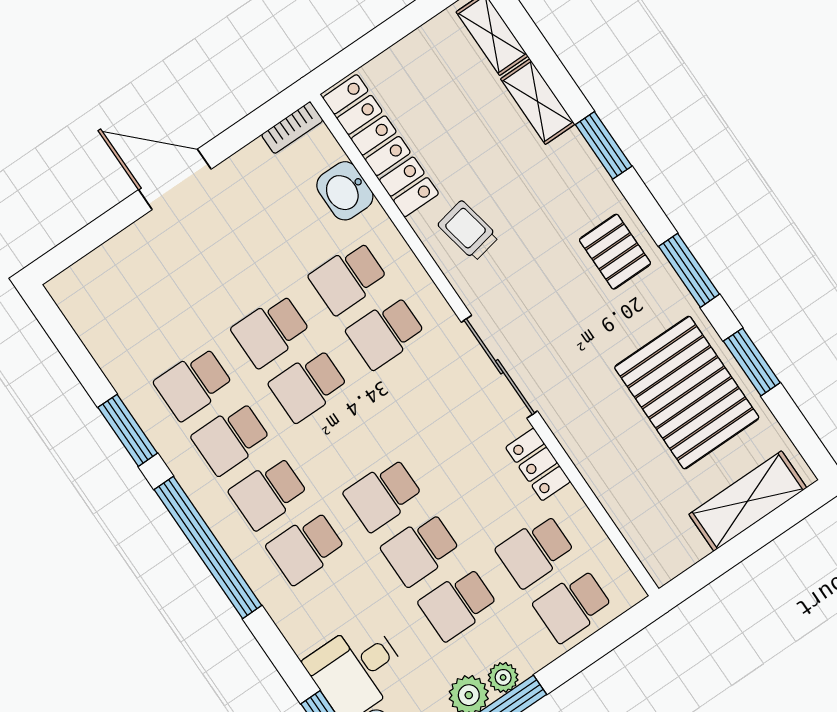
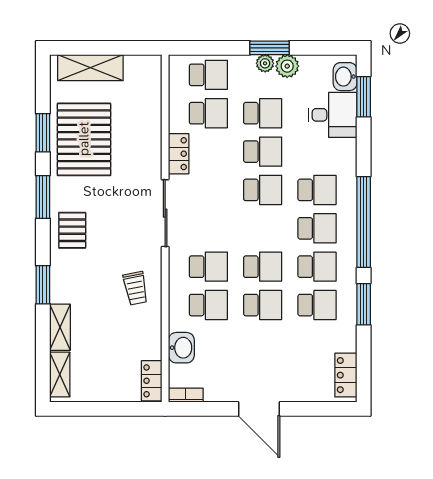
locker: (381, 146) -> (152, 381), width x0.46, depth x0.83
locker: (84, 312) -> (346, 375), added

